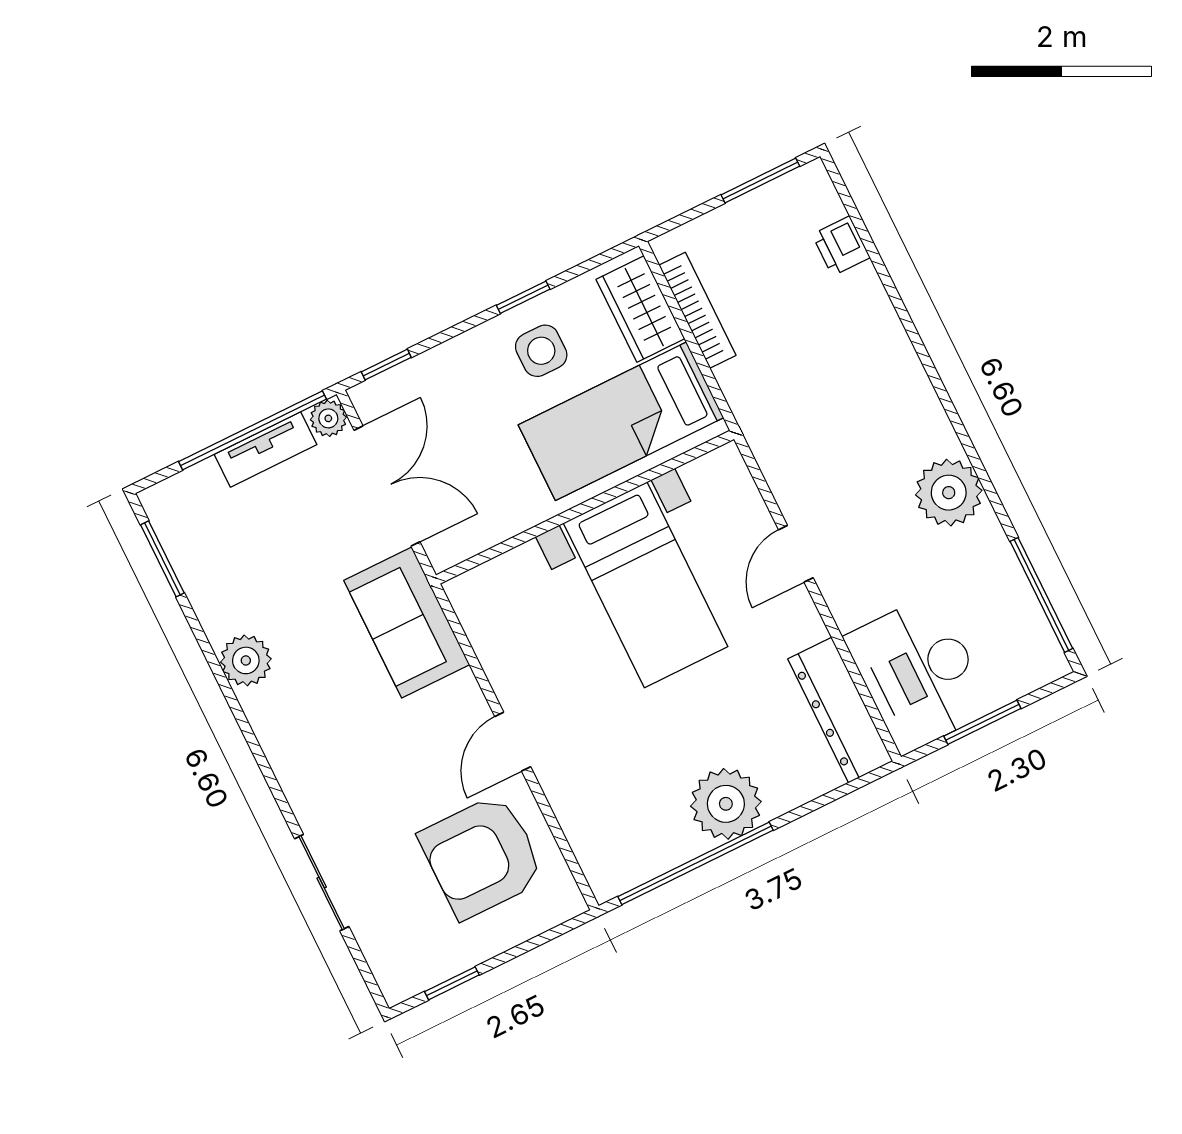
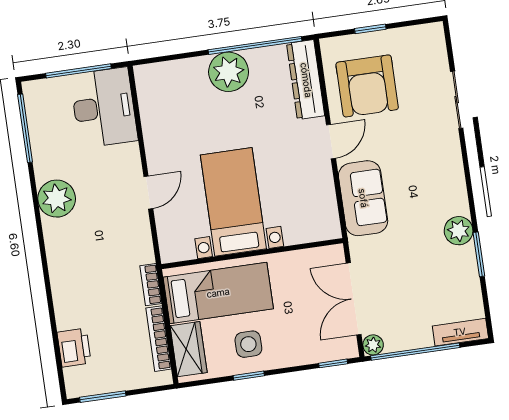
printer: (841, 246) -> (74, 348), width x1.36, depth x1.24
bookcase: (740, 398) -> (151, 285), added
tv unit: (266, 450) -> (460, 332), moved
window: (162, 559) -> (479, 254), moved
sofa: (407, 623) -> (363, 198), moved
dresser: (840, 710) -> (306, 80), moved, turned 180
window: (982, 722) -> (78, 71), width x1.44
armchair: (482, 856) -> (367, 86), turned 90
window: (452, 983) -> (370, 29), moved

